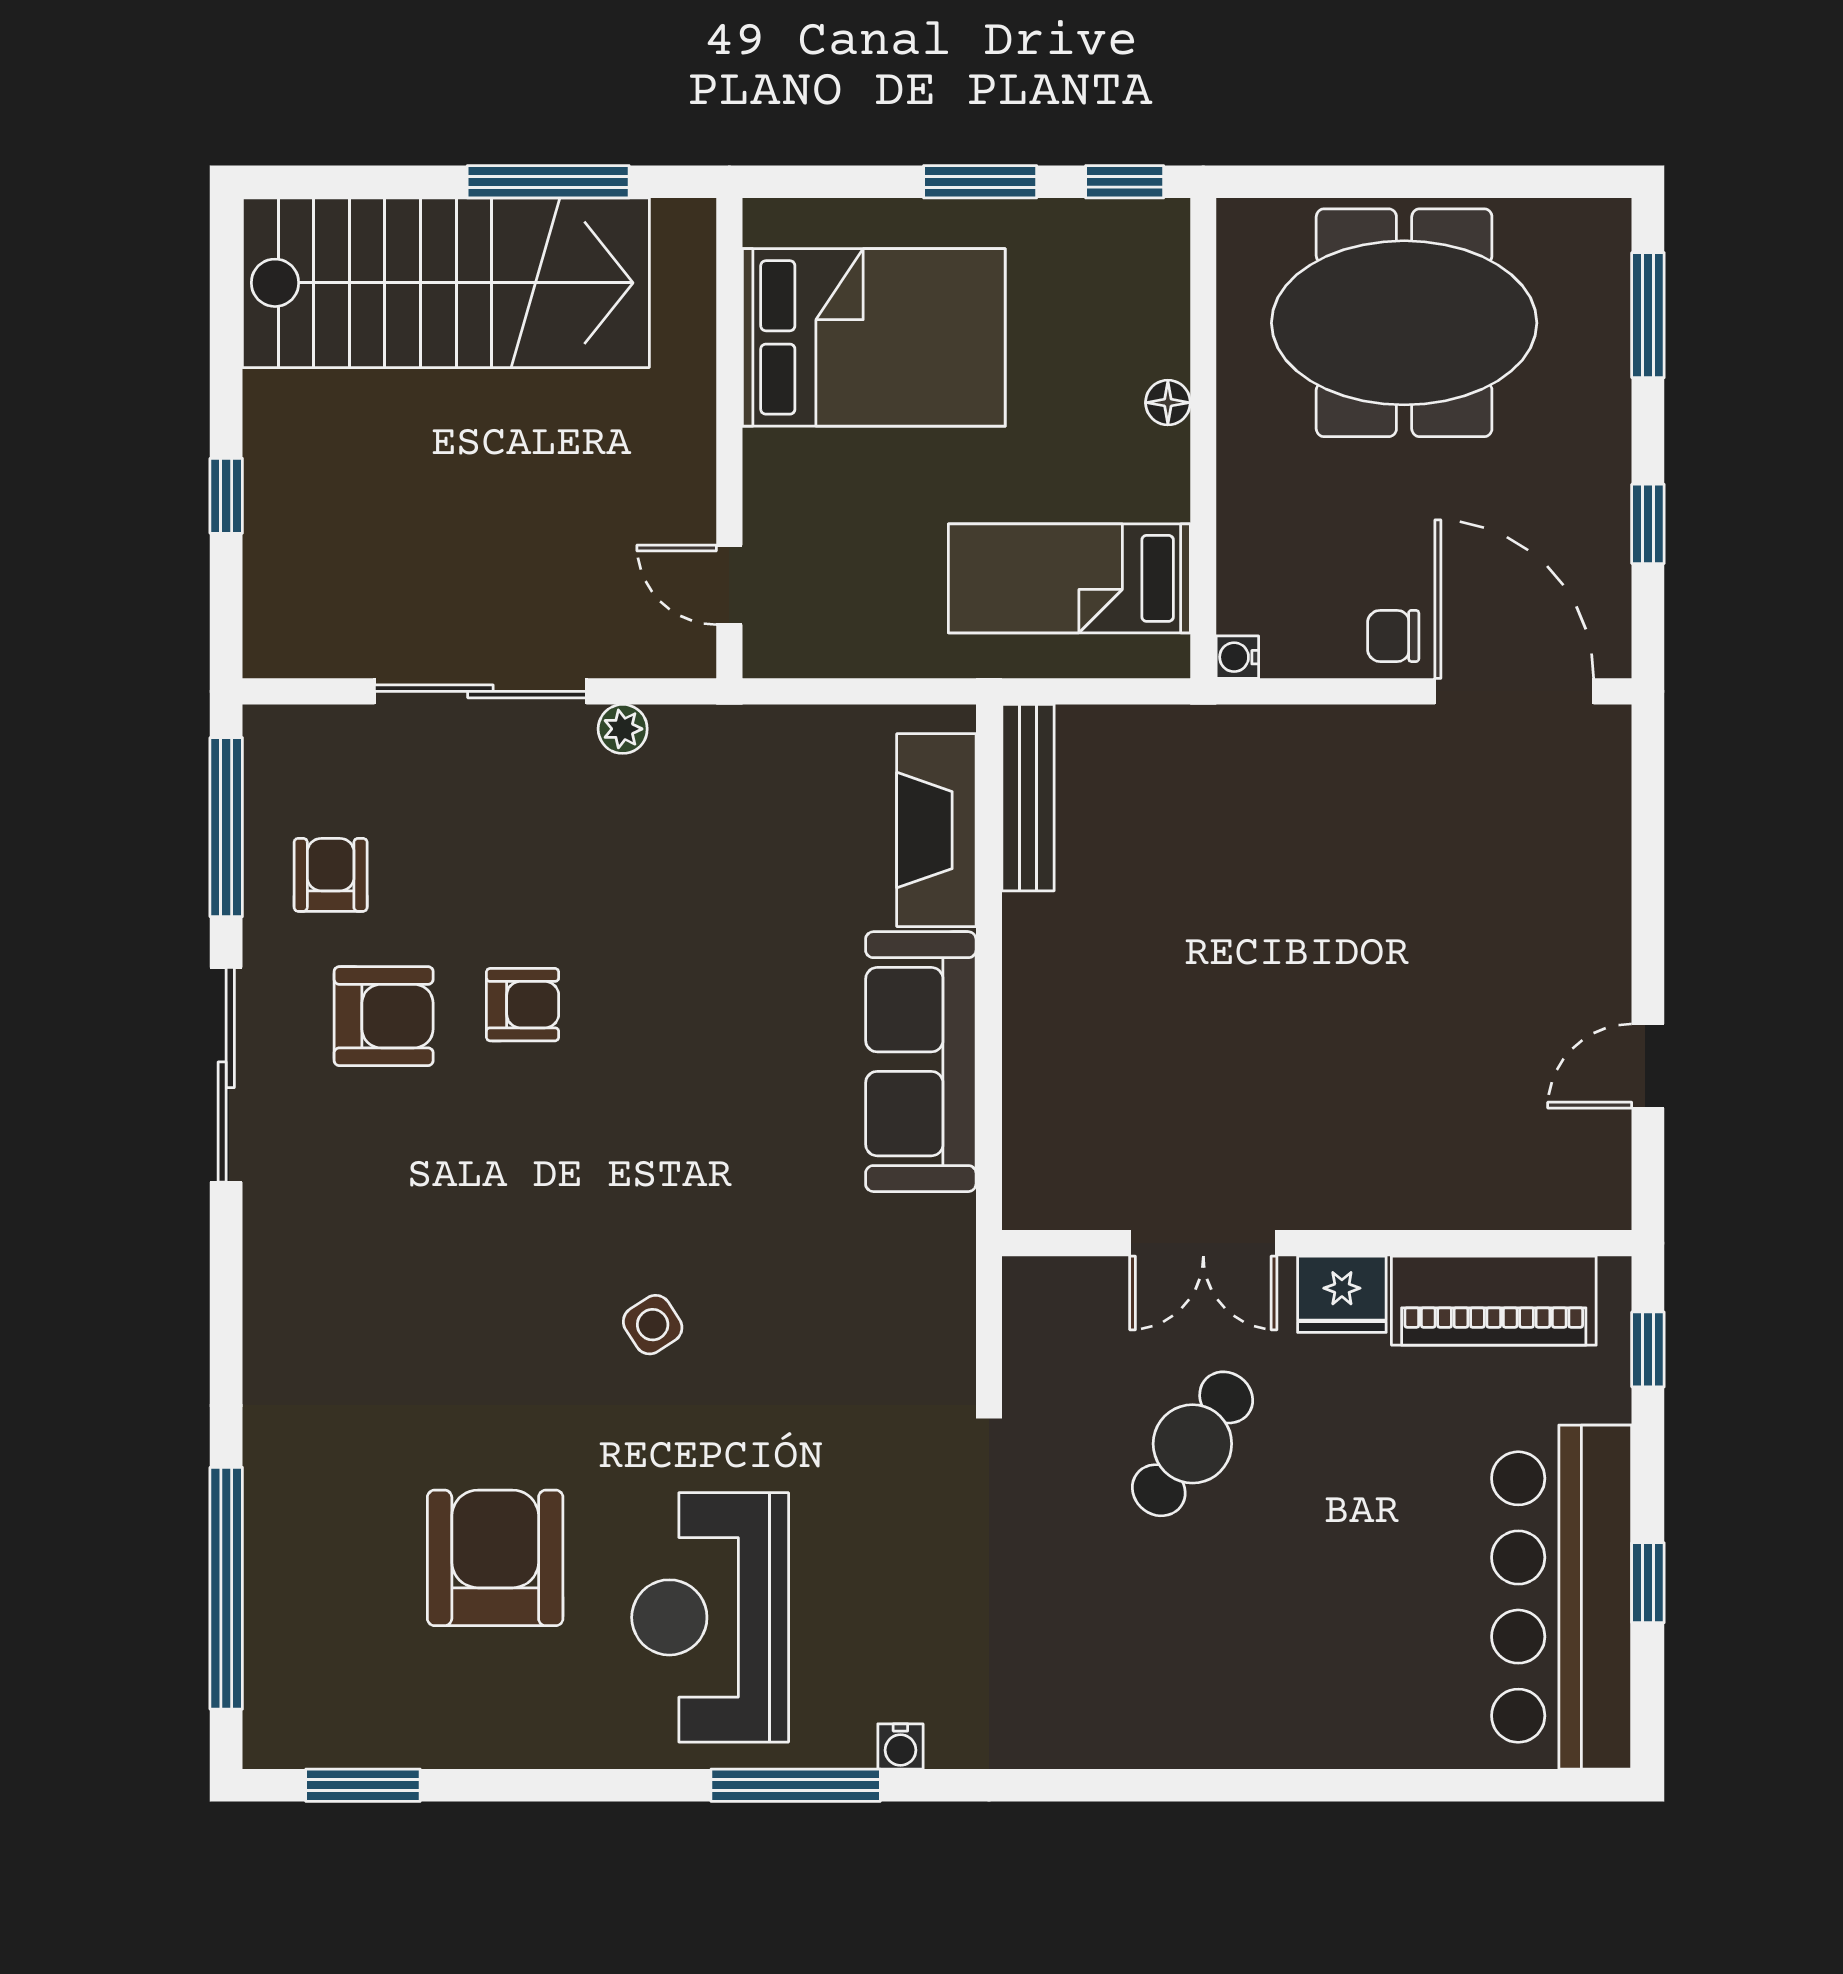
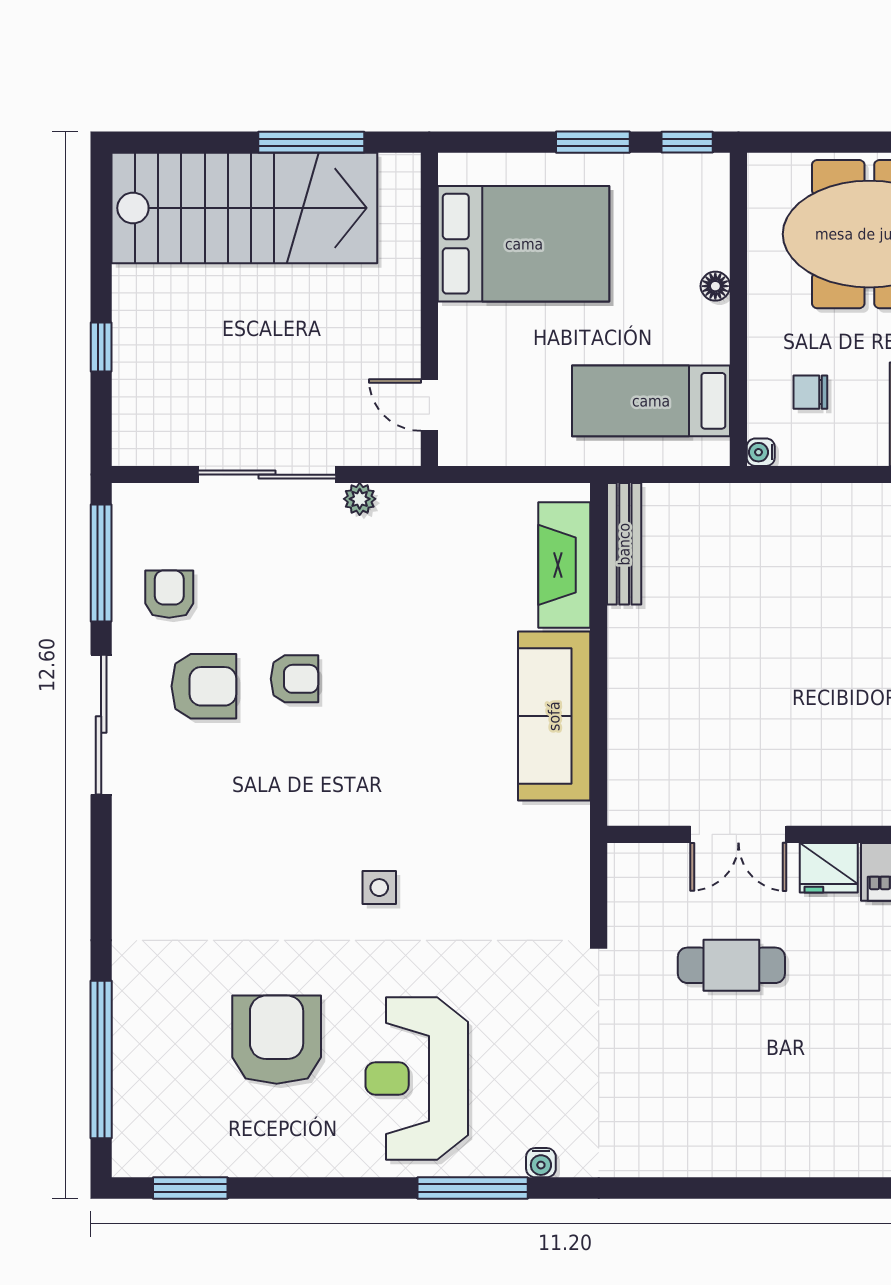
chair: (1393, 636) -> (810, 392), moved
side table: (653, 1325) -> (379, 888), turned 33
cafe table: (1192, 1444) -> (731, 965), turned 54

